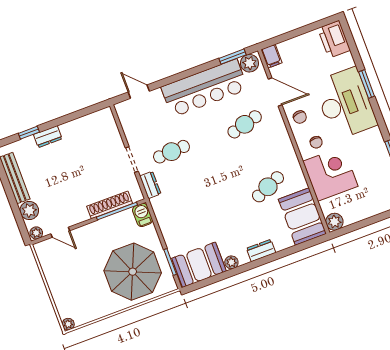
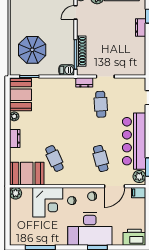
parasol: (133, 272) -> (32, 50), width x0.73, depth x0.73

